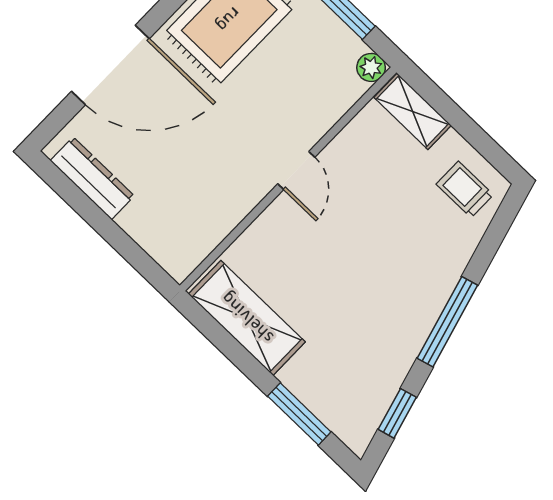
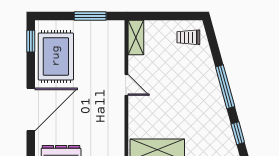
plant: (371, 67) -> (118, 27), removed
shelving: (413, 111) -> (136, 38), moved, turned 90

